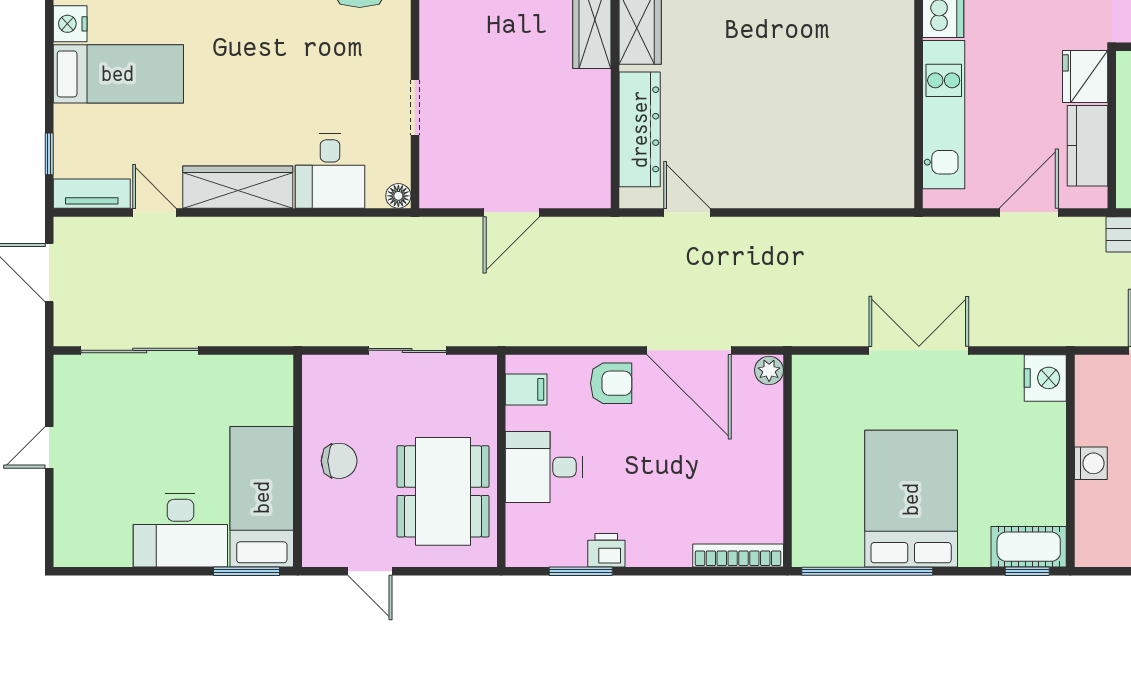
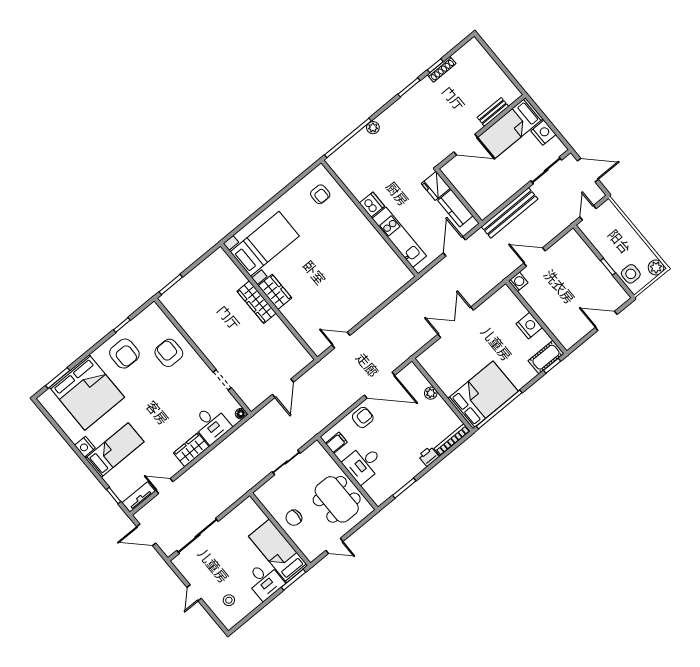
dresser: (640, 129) -> (303, 326), removed
wardrobe: (238, 187) -> (191, 450), width x0.67
plant: (769, 370) -> (431, 393), moved
nightstand: (1045, 378) -> (529, 326), moved
chair: (339, 461) -> (294, 518), turned 180
washing machine: (1091, 463) -> (518, 282), moved
bed: (911, 499) -> (483, 395), moved, turned 90
stool: (101, 512) -> (229, 600), added
desk: (180, 530) -> (265, 581), width x0.73
printer: (606, 550) -> (429, 456), moved

